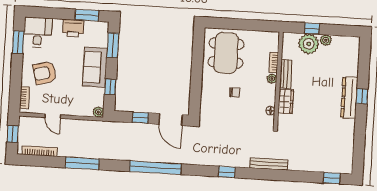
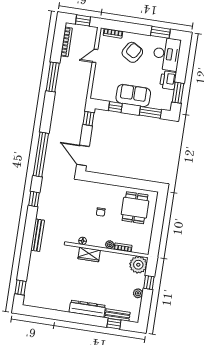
desk: (38, 32) -> (167, 54), width x1.37
plant: (309, 44) -> (138, 265), moved
dining table: (226, 53) -> (135, 208), width x0.73
armchair: (45, 73) -> (132, 52), turned 46
bench: (286, 74) -> (117, 315), moved
window: (362, 96) -> (114, 324), moved
plant: (98, 112) -> (95, 95), removed
window: (140, 118) -> (89, 119), moved
door: (171, 119) -> (83, 156), hinge flipped
window: (155, 168) -> (41, 155), moved

